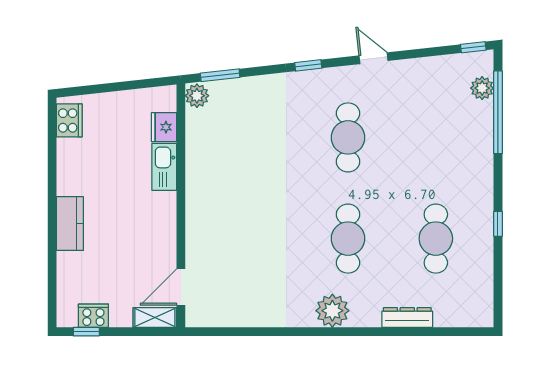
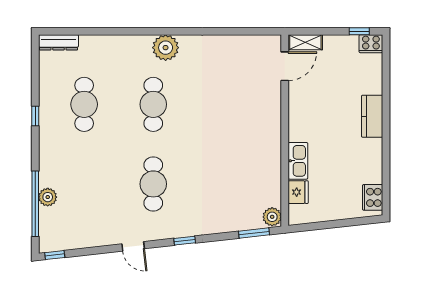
plant: (482, 88) -> (48, 197), moved
cooker: (93, 316) -> (371, 44), moved
dresser: (407, 317) -> (58, 42), moved

